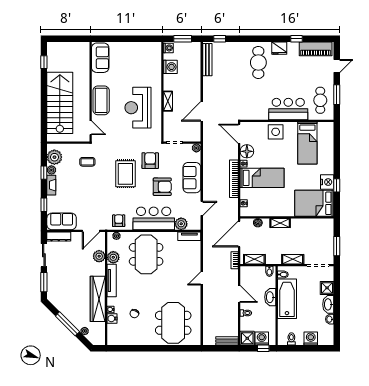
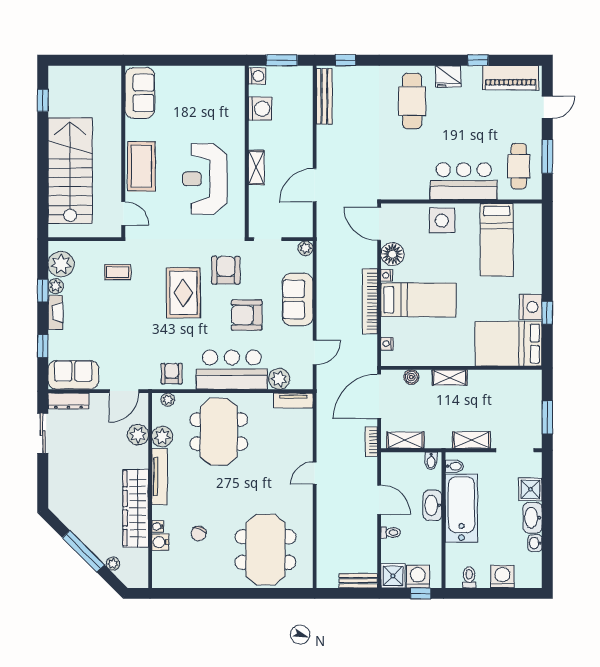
armchair: (162, 187) -> (247, 315), turned 180
window: (44, 282) -> (43, 479), removed

